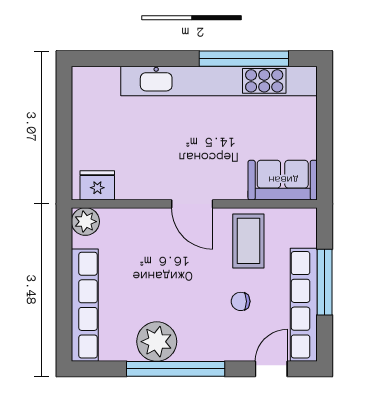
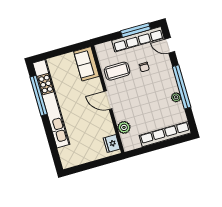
door: (192, 204) -> (108, 100), swing flipped
plant: (85, 222) -> (124, 127), moved
window: (325, 282) -> (136, 30), moved
plant: (157, 342) -> (176, 97), width x0.53, depth x0.53

